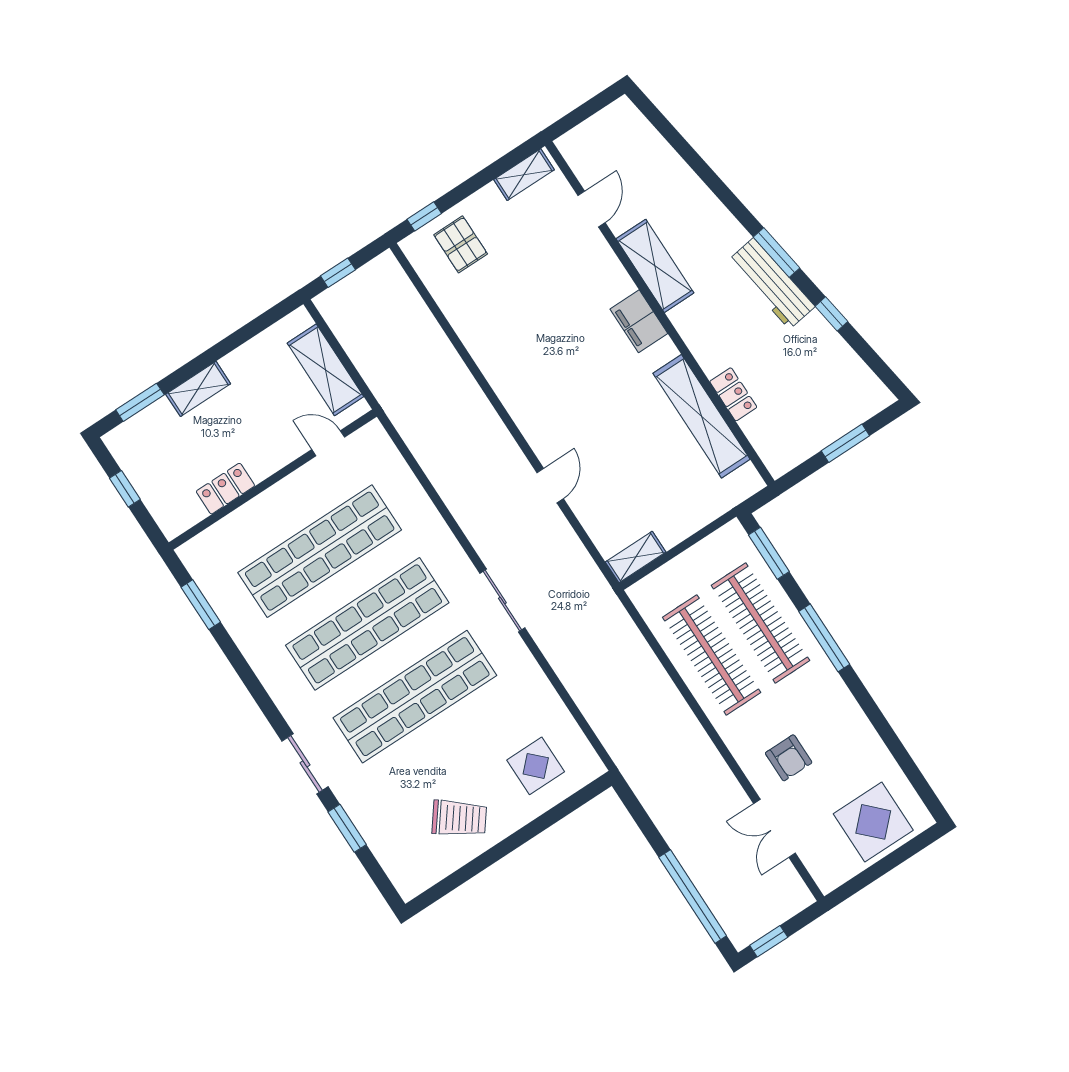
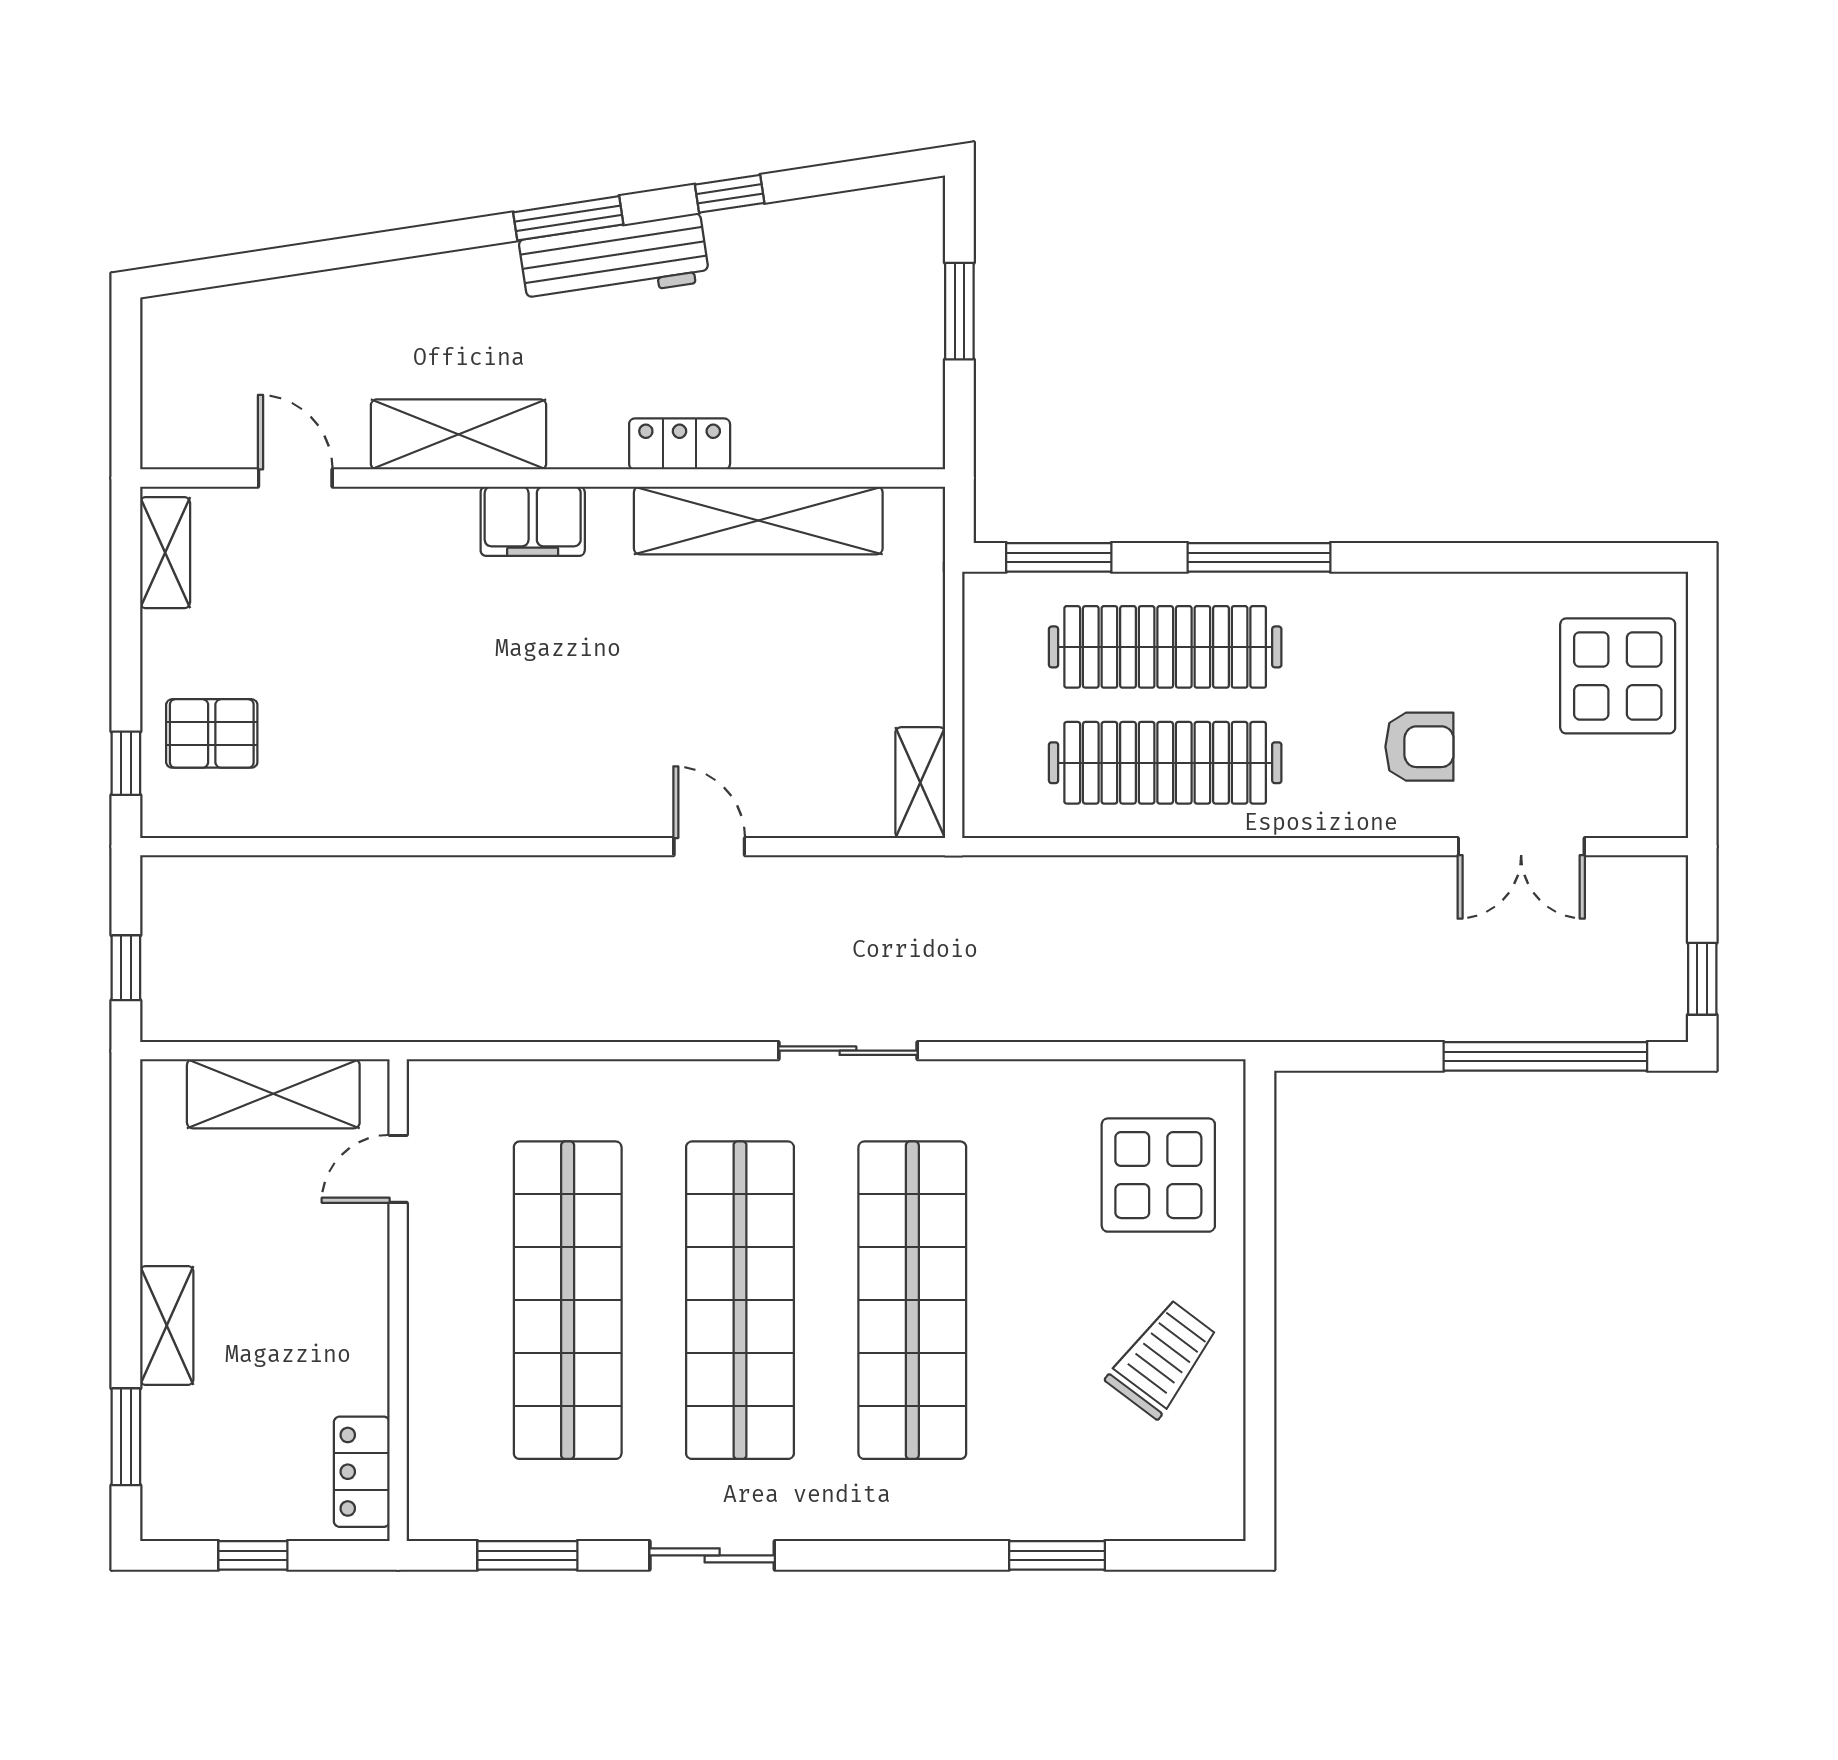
locker: (733, 394) -> (680, 444), moved
locker: (225, 489) -> (362, 1472), moved
sliding door: (305, 764) -> (712, 1555), moved
display table: (536, 766) -> (1158, 1175), width x1.36, depth x1.36

